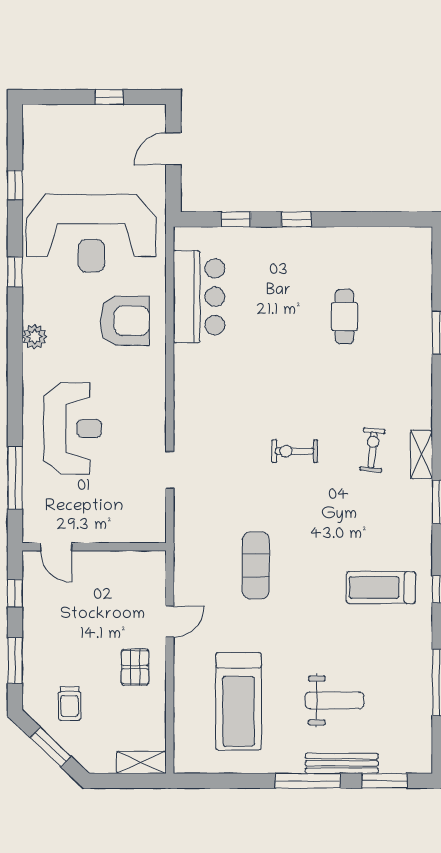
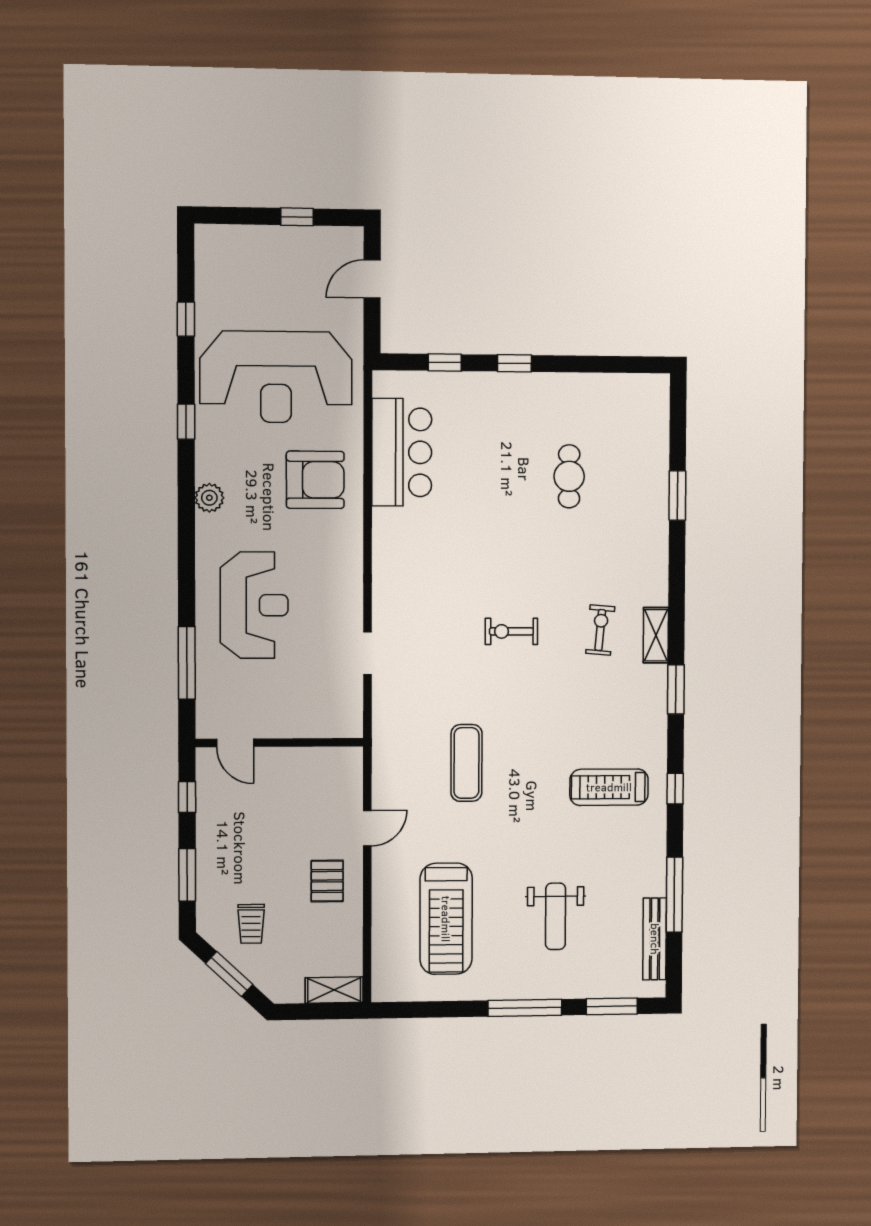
weight bench: (334, 700) -> (556, 916), turned 90
bench: (342, 763) -> (655, 939), moved, turned 90

